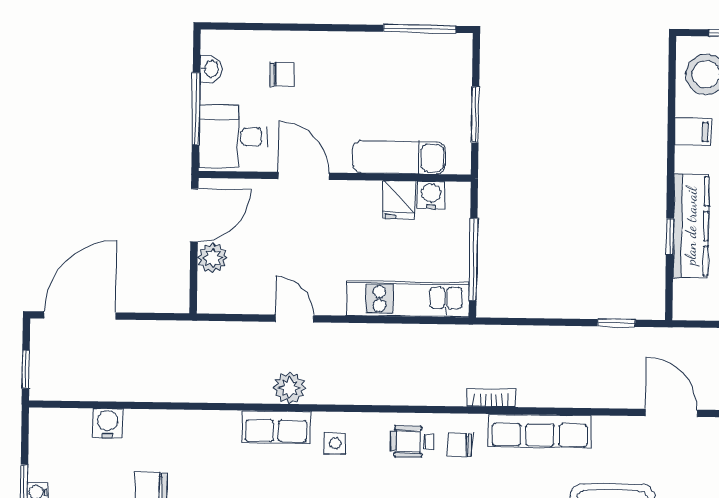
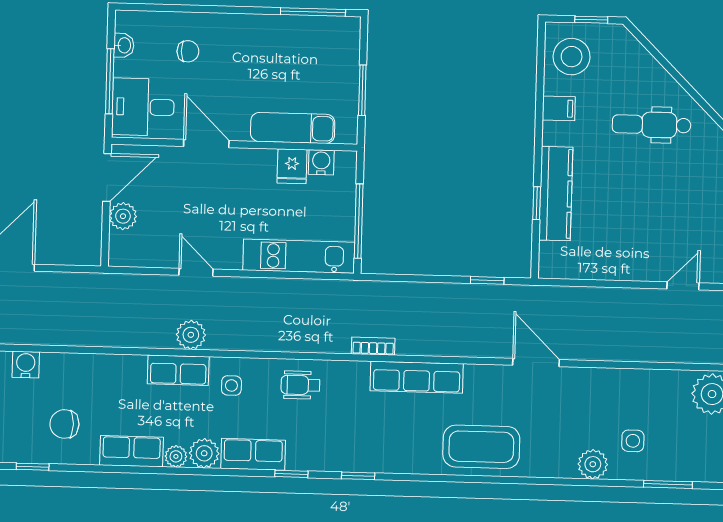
chair: (460, 445) -> (344, 388), removed

